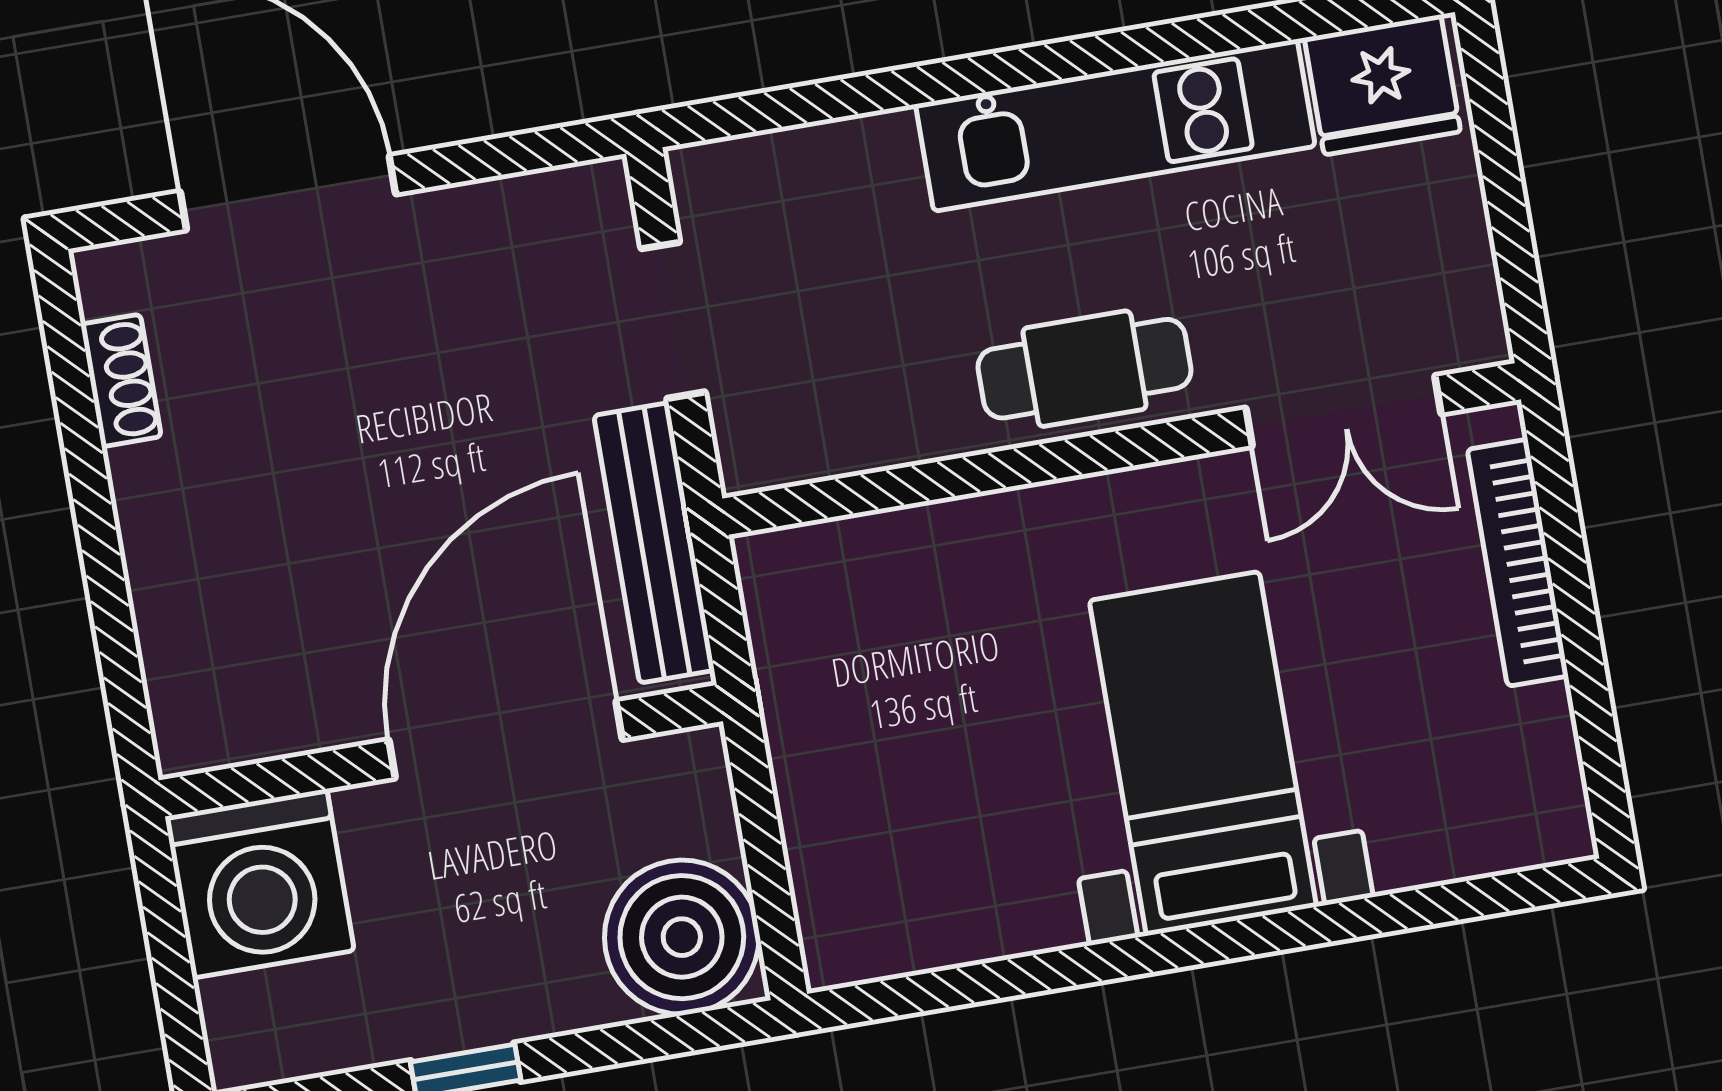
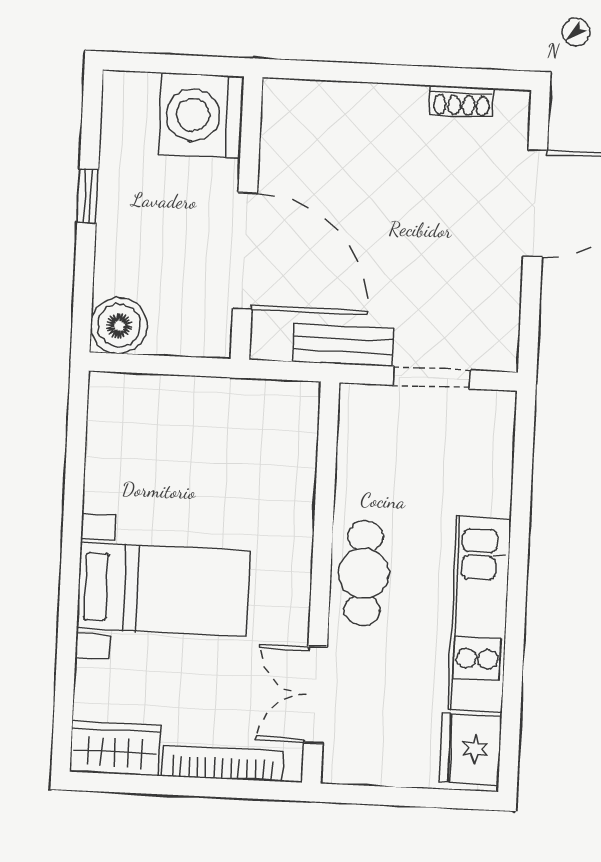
bench: (654, 543) -> (343, 345), width x0.73
wardrobe: (1534, 780) -> (115, 748), added
boiler: (682, 937) -> (119, 325), width x0.73, depth x0.73

